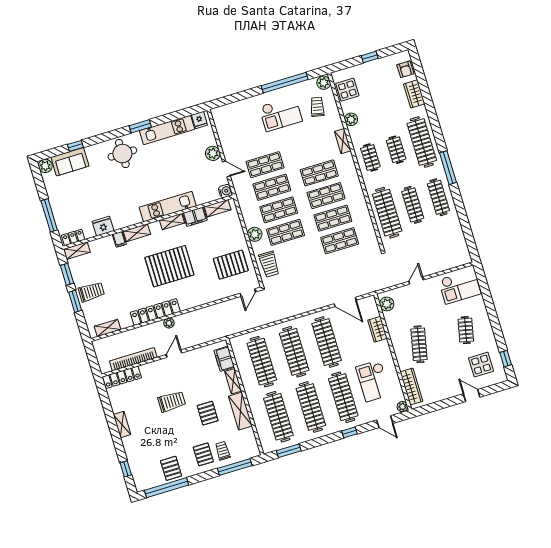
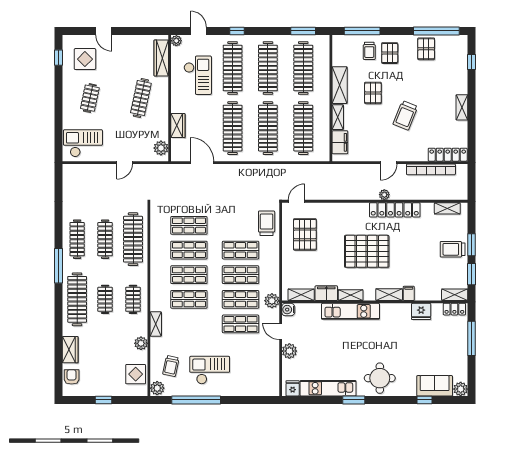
plant: (255, 234) -> (272, 301), moved
pallet: (231, 265) -> (305, 234), turned 90
trolley: (172, 402) -> (405, 115), turned -68

